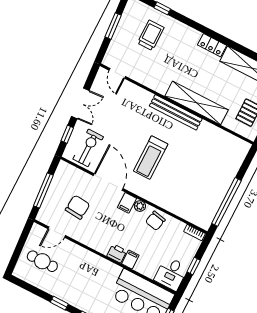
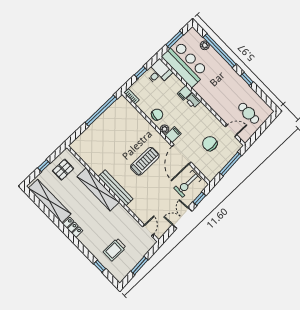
chair: (78, 207) -> (210, 144), turned 85

